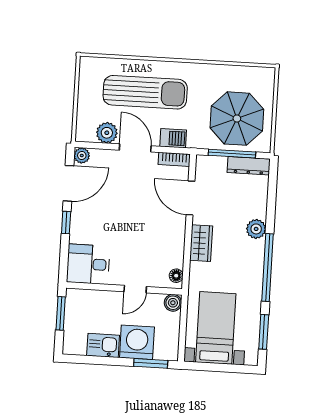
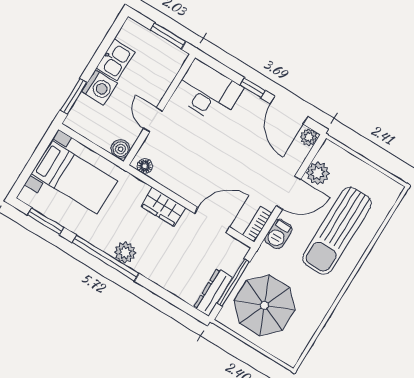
plant: (256, 229) -> (125, 253), moved
desk: (88, 264) -> (208, 92), width x1.37
washing machine: (137, 342) -> (99, 87), width x0.73, depth x0.73

